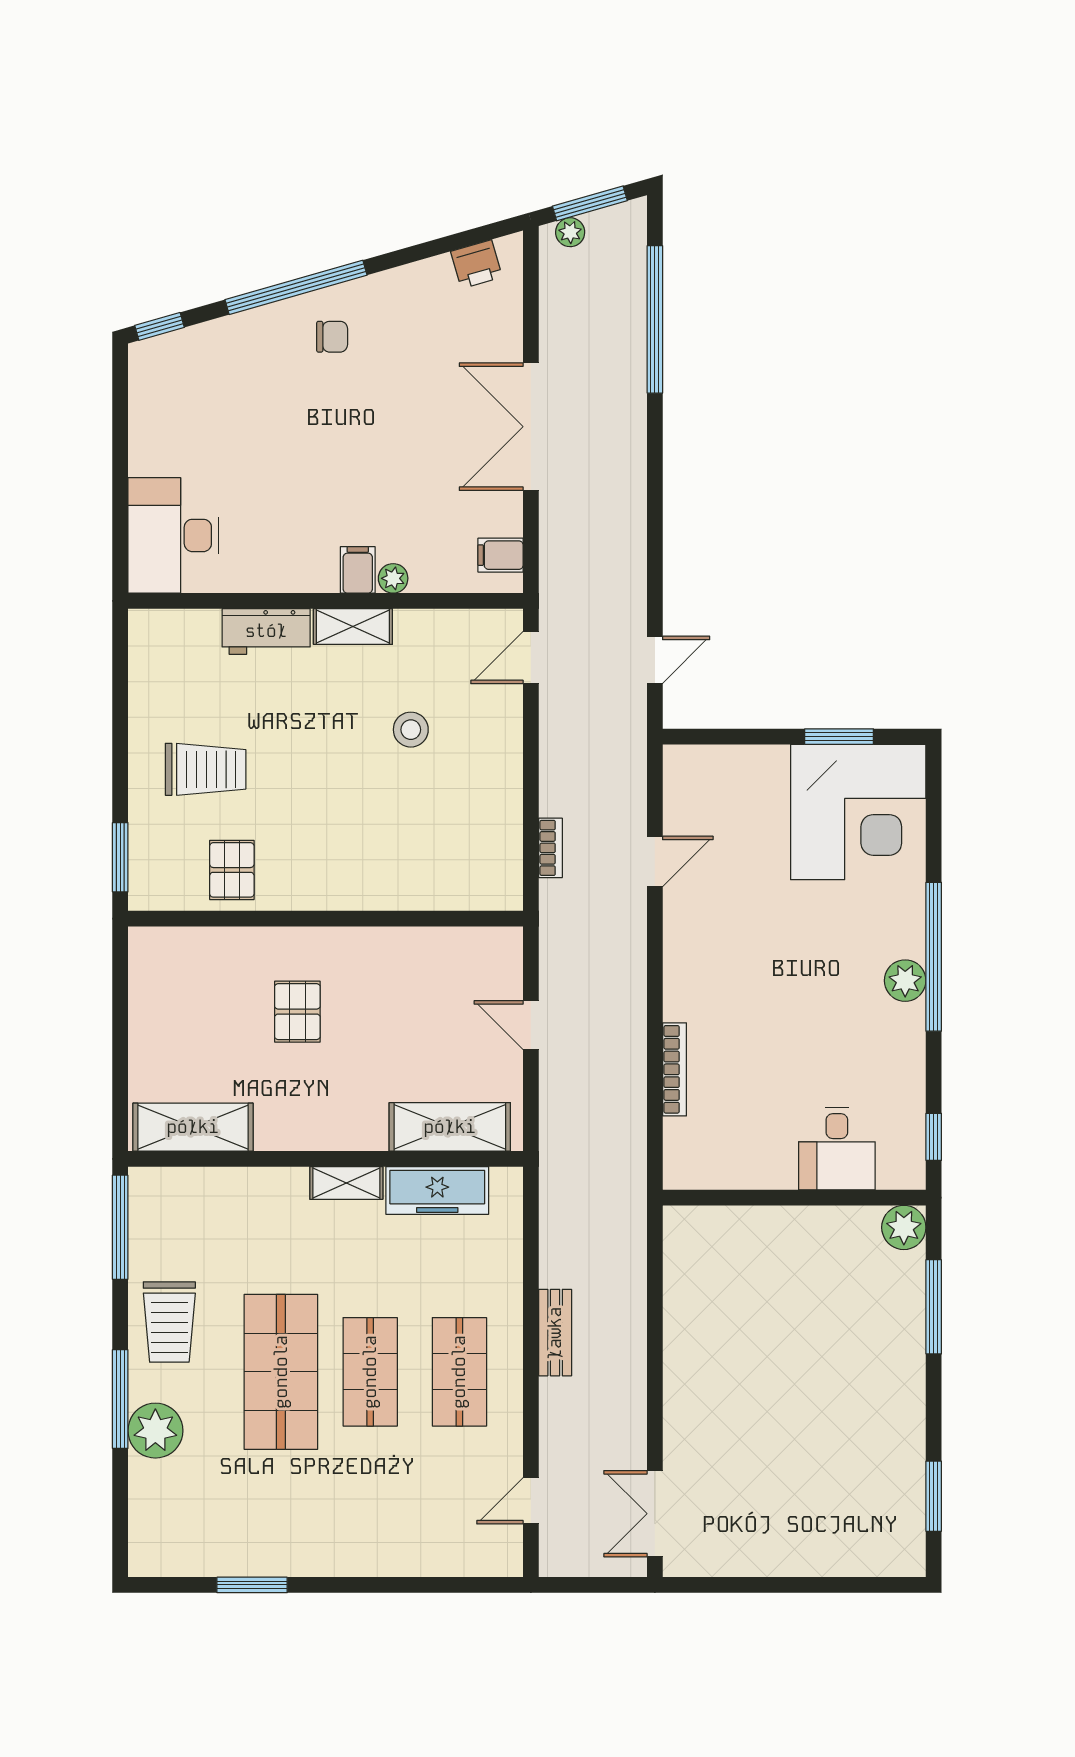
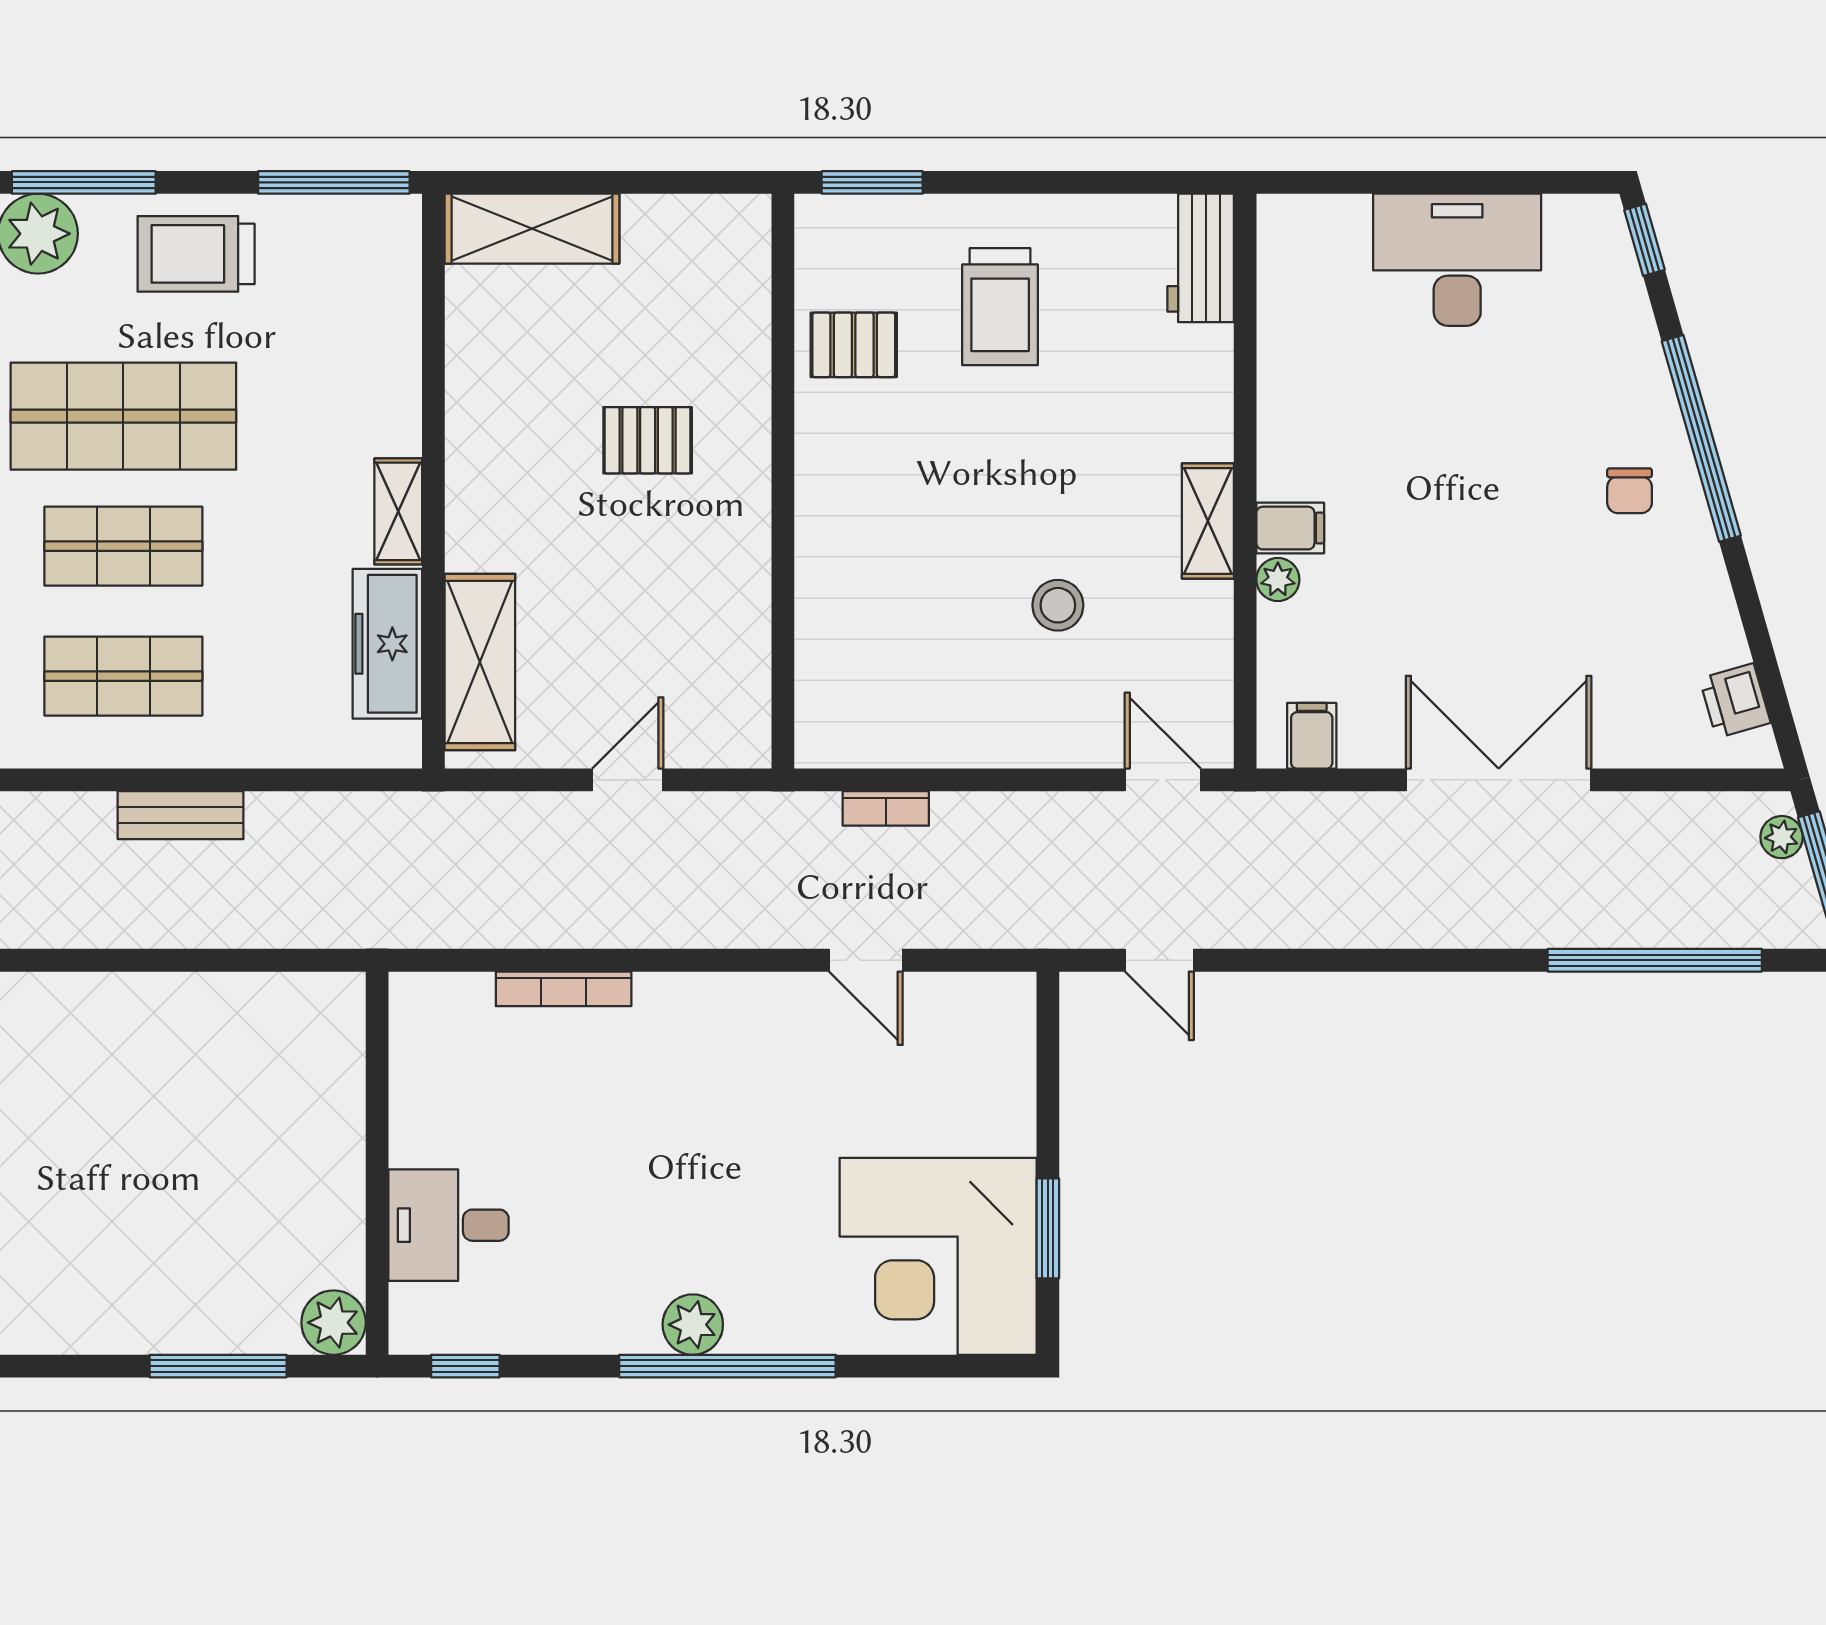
desk: (173, 535) -> (1457, 260), moved
workbench: (266, 631) -> (1201, 258), moved
shelving: (193, 1127) -> (532, 229), moved, turned 90

